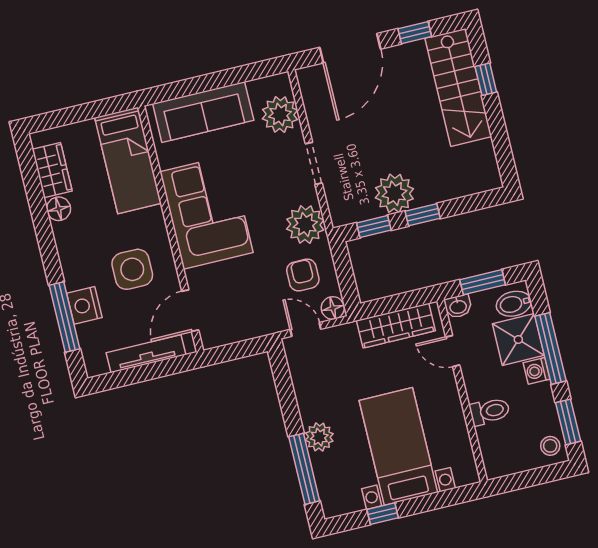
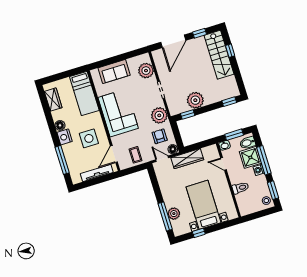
sofa: (203, 112) -> (114, 72), width x0.73
floor lamp: (59, 209) -> (60, 125), moved
window: (423, 215) -> (229, 102), moved
nightstand: (84, 305) -> (65, 137), moved
coffee table: (242, 316) -> (136, 155), added
wardrobe: (396, 326) -> (187, 159), moved
plant: (319, 437) -> (174, 214), moved

